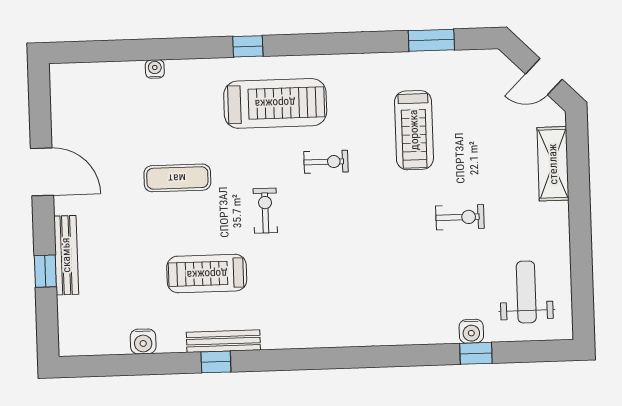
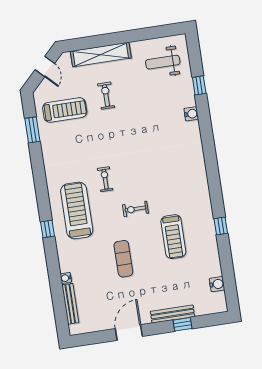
treadmill: (414, 130) -> (65, 110), moved
shelving: (553, 164) -> (101, 55), width x1.47
exercise bike: (460, 217) -> (106, 96), moved
water cooler: (471, 331) -> (191, 114), moved
water cooler: (143, 341) -> (217, 284), moved
bench: (223, 341) -> (70, 304), moved

